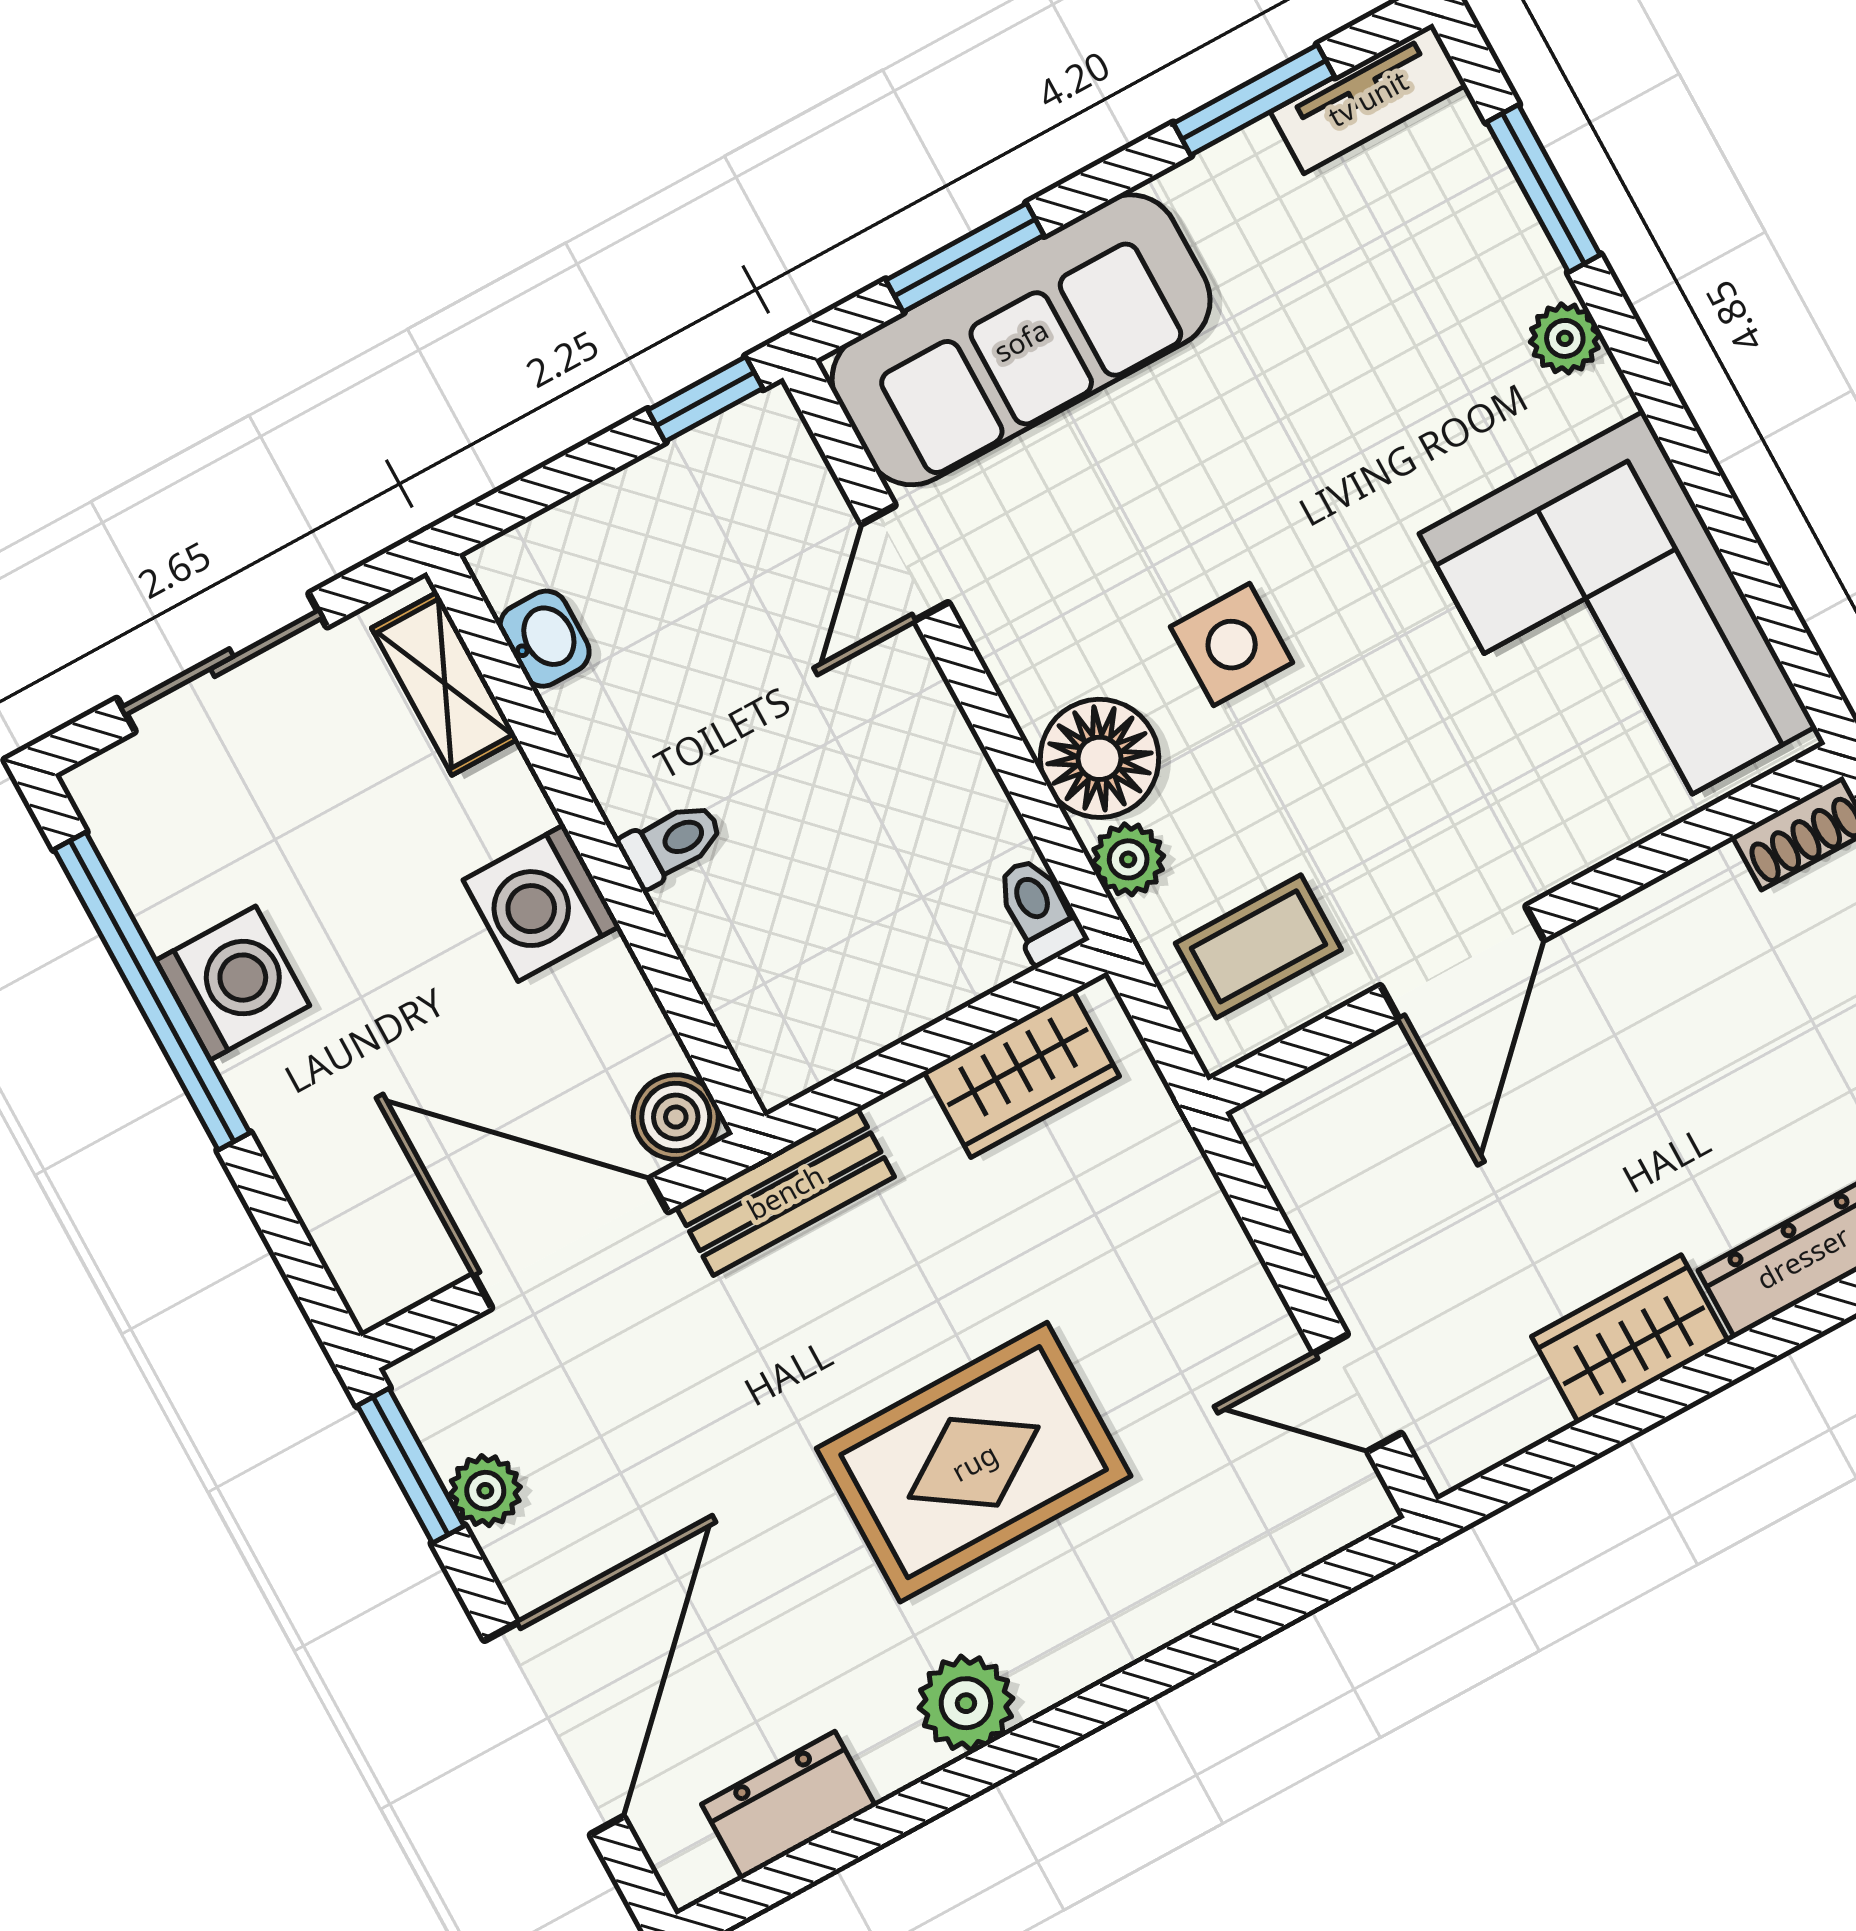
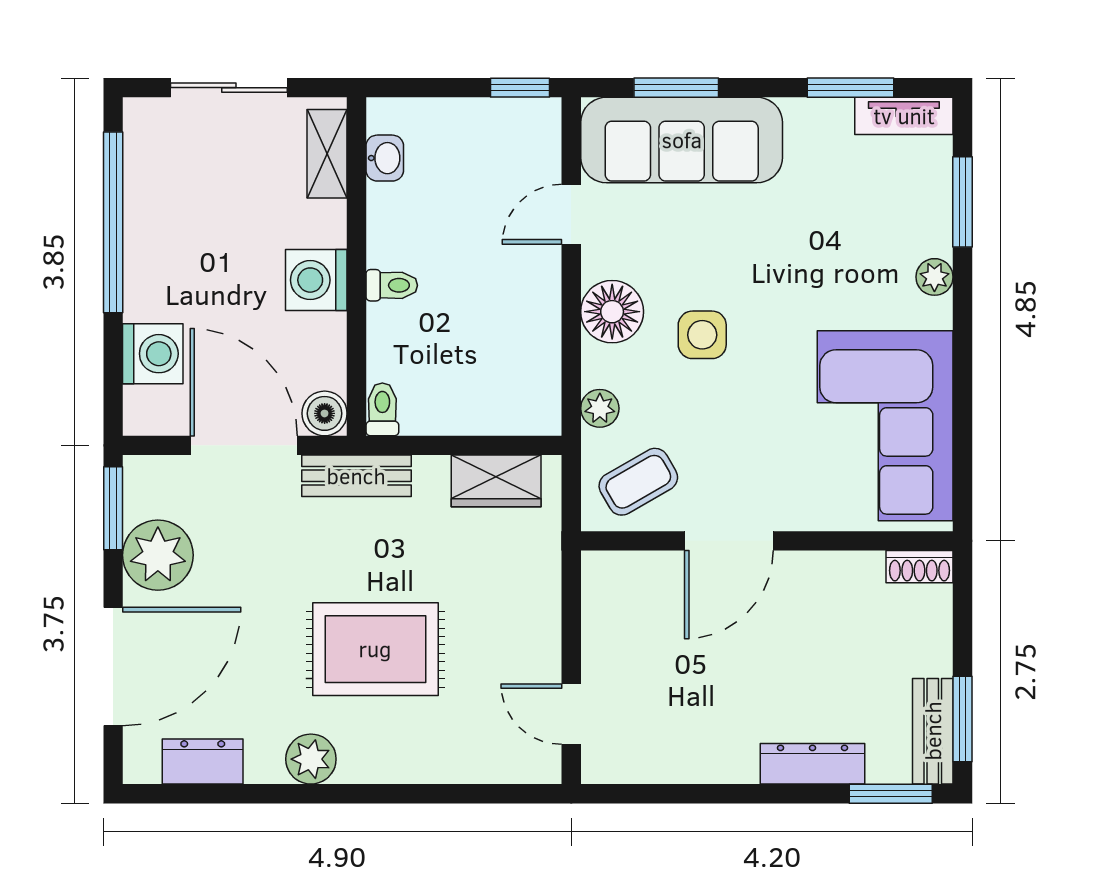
floor lamp: (1099, 758) -> (612, 312), moved
toilet: (1039, 910) -> (382, 409), moved
coffee table: (1258, 946) -> (638, 482), turned -30
washing machine: (233, 983) -> (153, 354), moved
wardrobe: (1630, 1339) -> (711, 758), removed
plant: (485, 1491) -> (158, 555), width x1.87, depth x1.87

